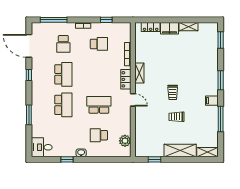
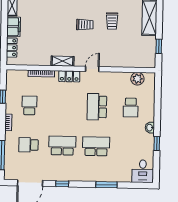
school desk: (63, 44) -> (29, 145), turned 180

